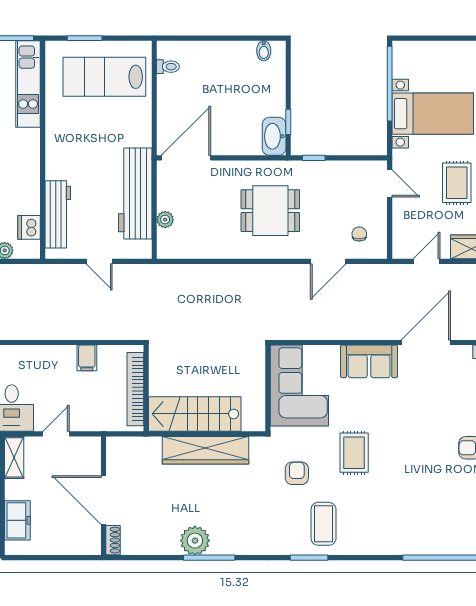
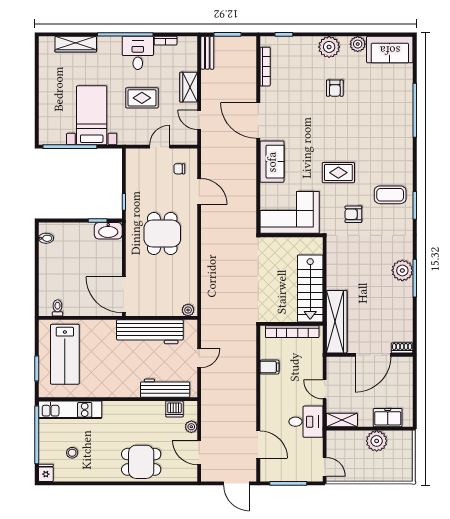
door: (390, 183) -> (160, 147), moved
plant: (165, 220) -> (188, 310), moved
wardrobe: (205, 450) -> (337, 322), moved
plant: (195, 541) -> (402, 270), moved

